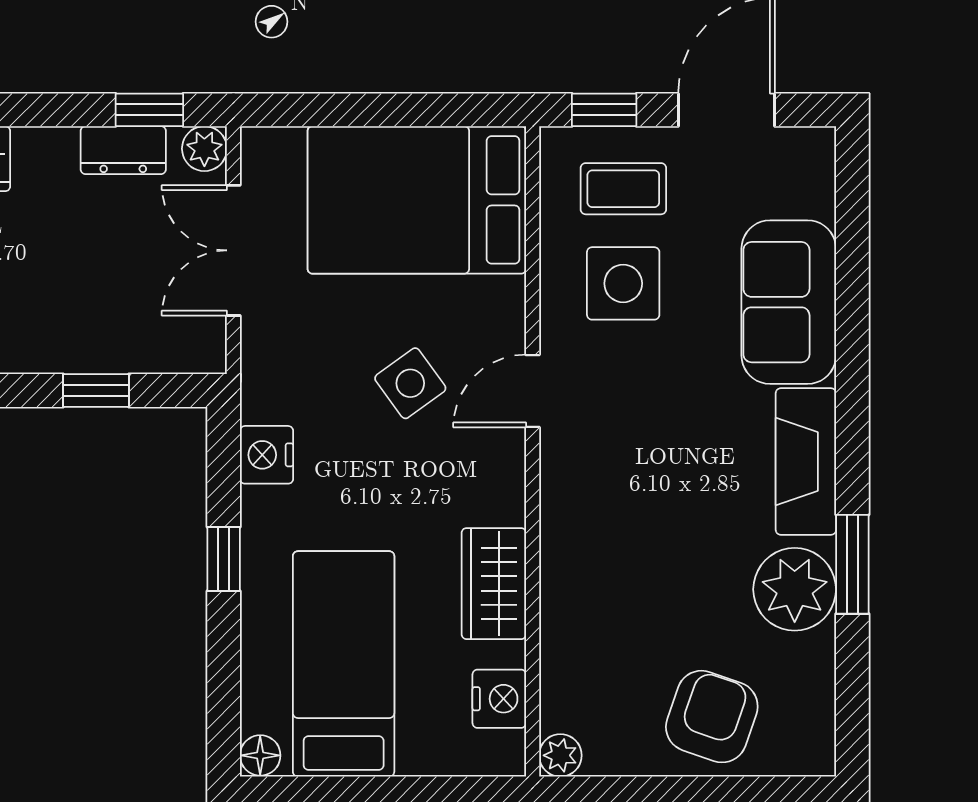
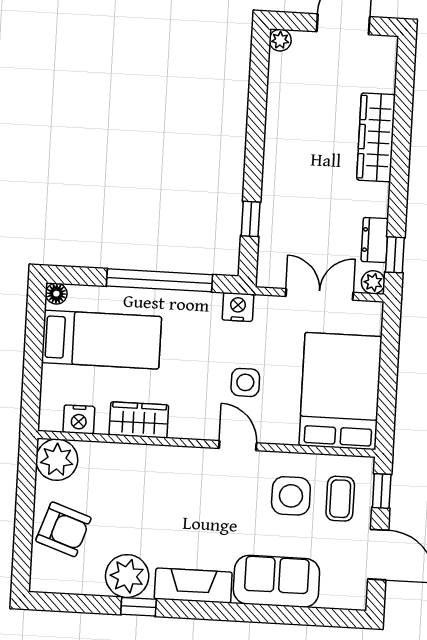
side table: (410, 383) -> (245, 382), turned 36
nightstand: (267, 455) -> (238, 307), moved
window: (224, 559) -> (159, 280), width x3.17
window: (852, 564) -> (138, 607), width x0.67
plant: (560, 755) -> (57, 460), width x1.88, depth x1.88

